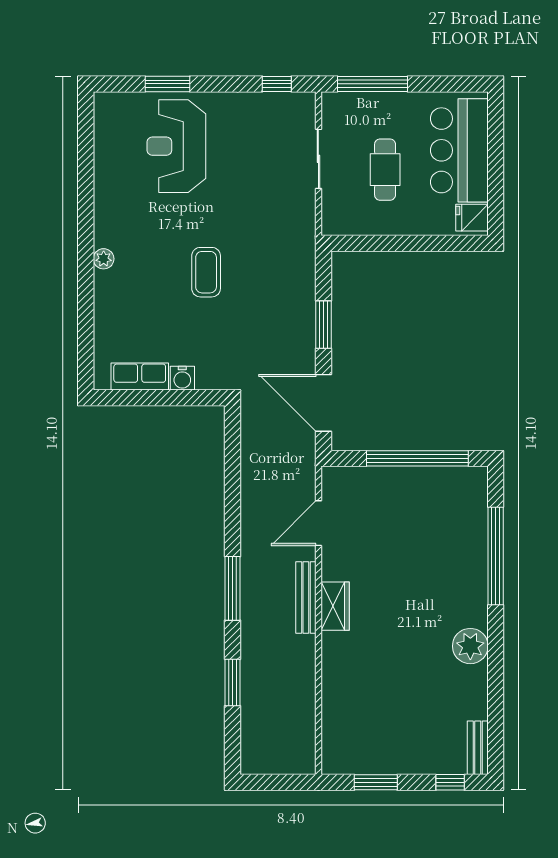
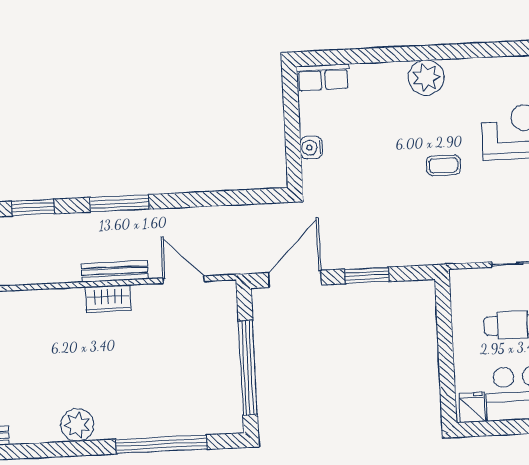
plant: (104, 259) -> (426, 78), width x1.87, depth x1.87
coffee table: (206, 272) -> (443, 165), moved, width x0.73, depth x0.77
row of seats: (140, 376) -> (323, 77), moved, turned 90

